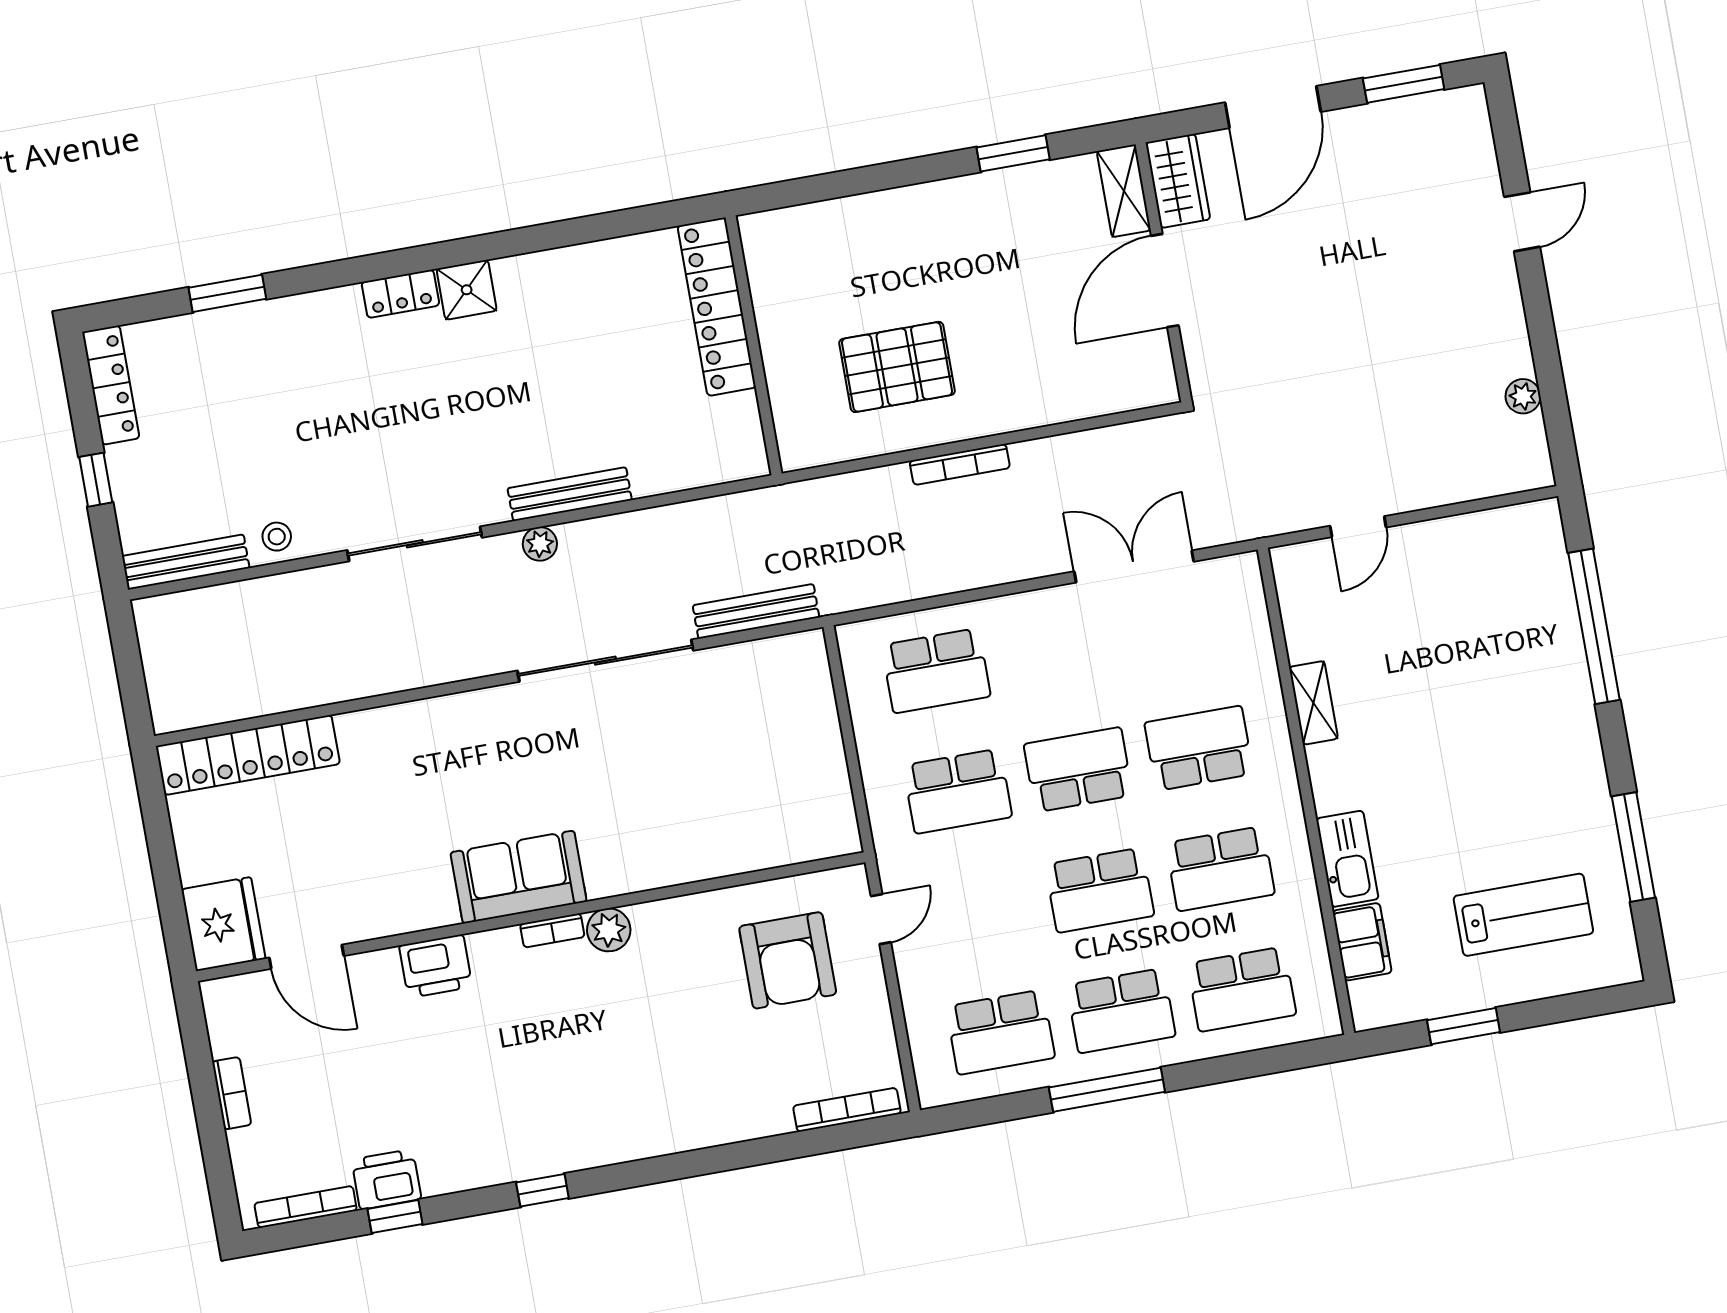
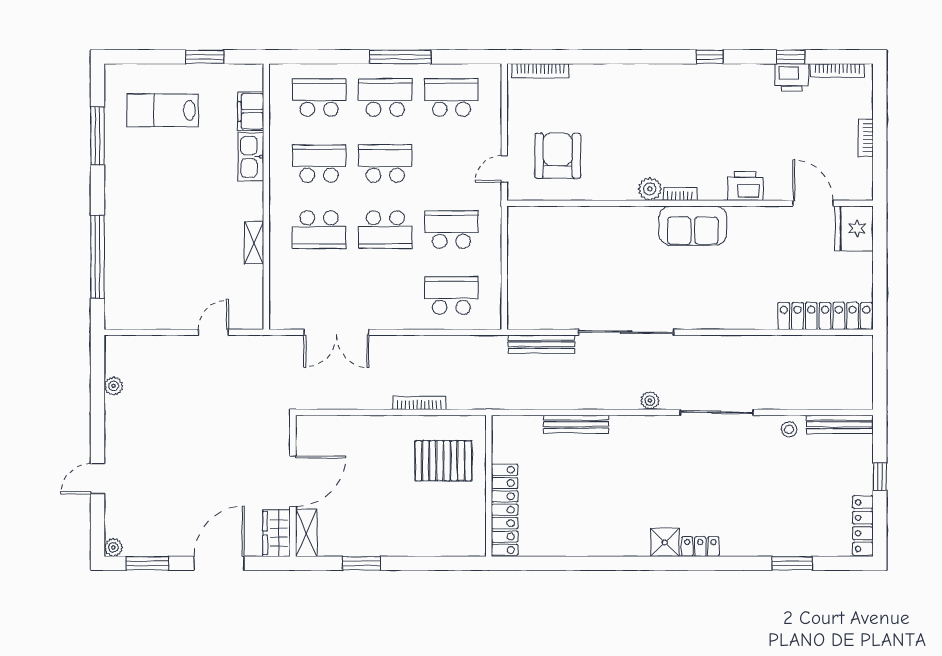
plant: (1471, 102) -> (113, 547), added
locker: (717, 307) -> (505, 510), moved
wall: (753, 345) -> (489, 486), moved
bench: (570, 494) -> (576, 424), moved

